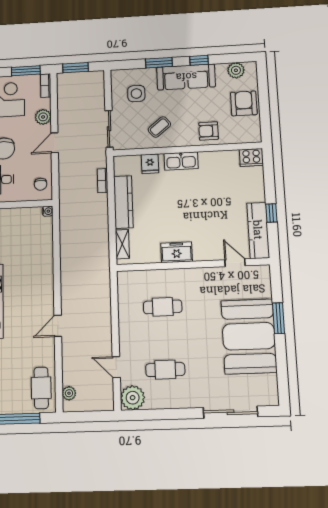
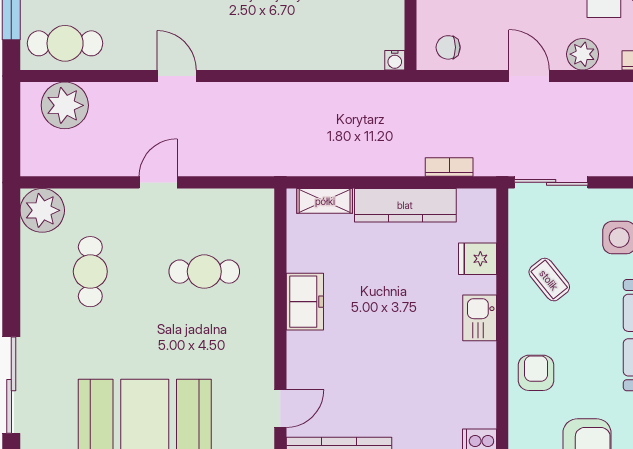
kitchen sink: (181, 161) -> (480, 318), width x0.73
cafe table: (163, 307) -> (204, 272), turned 90
door: (116, 367) -> (158, 182), moved
plant: (69, 393) -> (65, 105), width x1.87, depth x1.87

